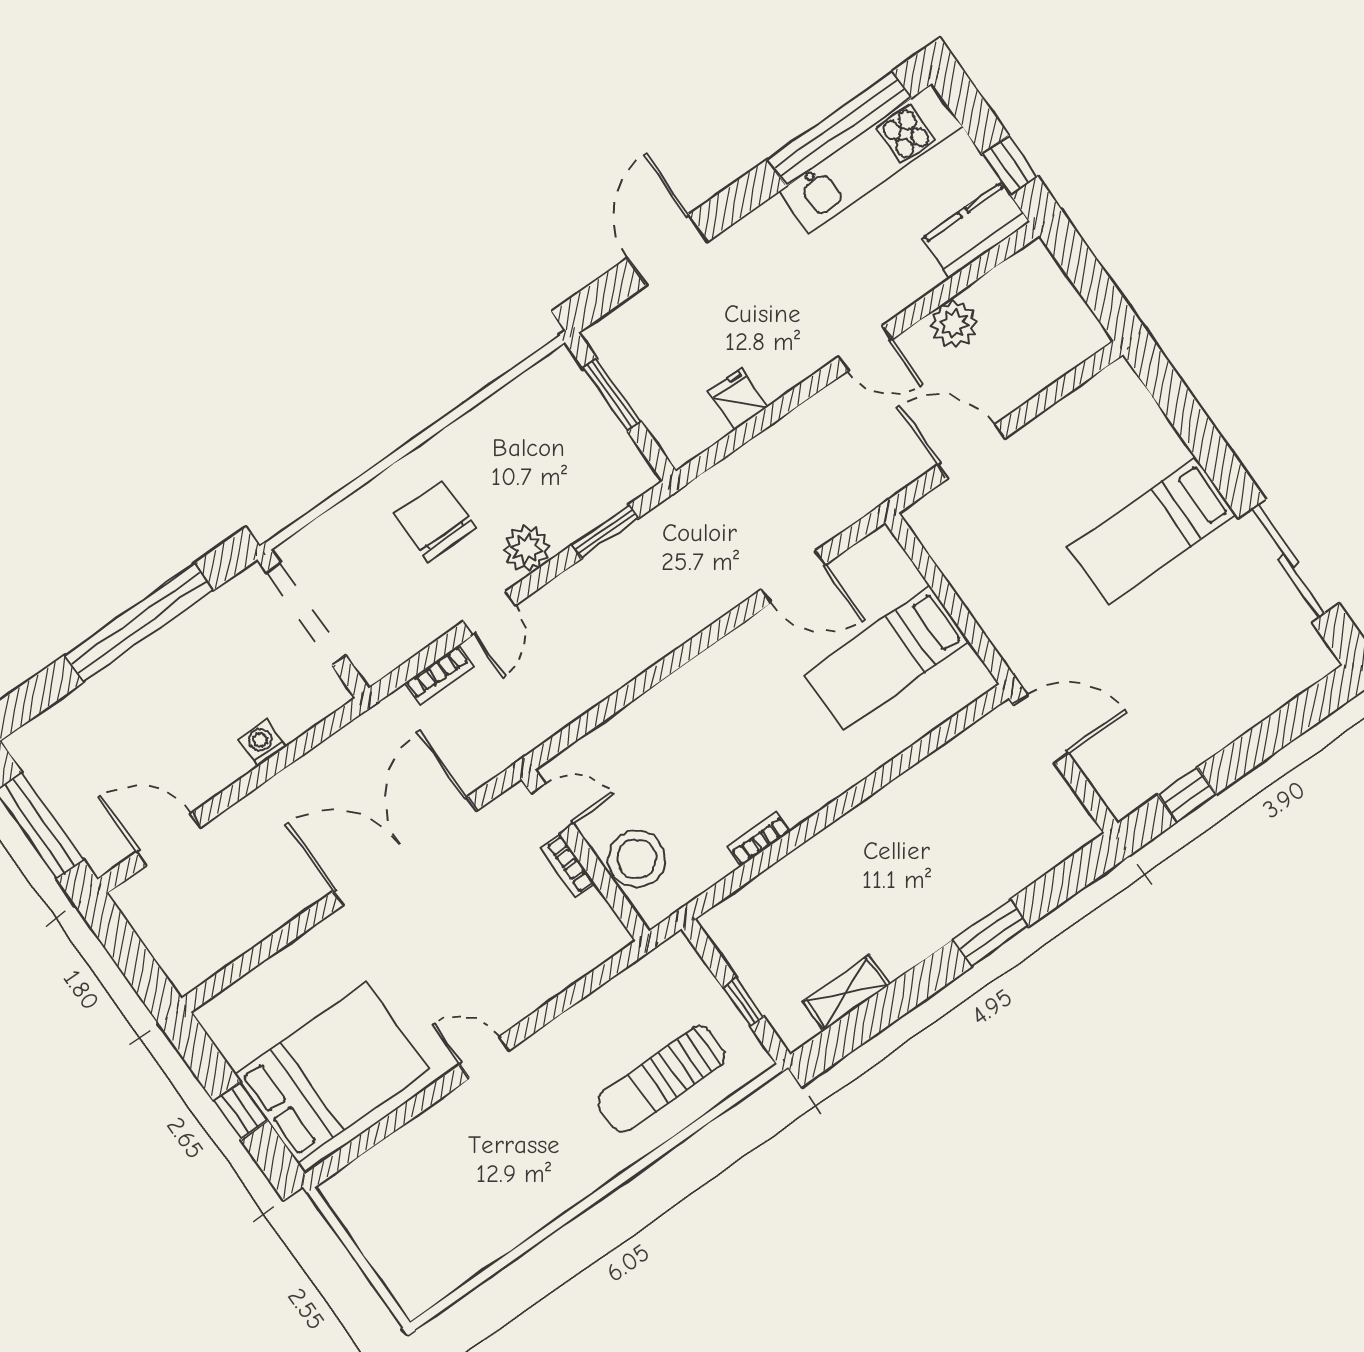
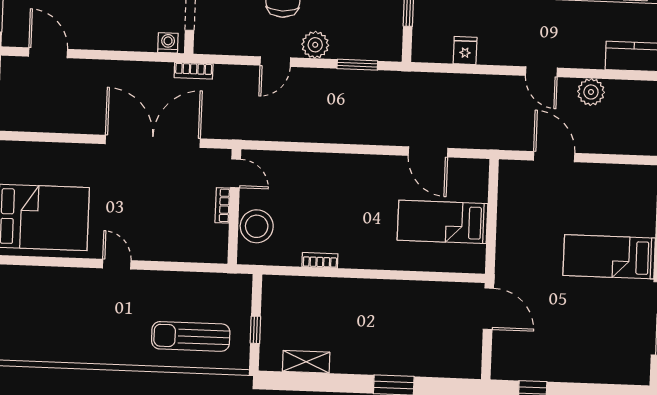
bookcase: (439, 675) -> (194, 71), moved
washing machine: (262, 743) -> (168, 43), moved

